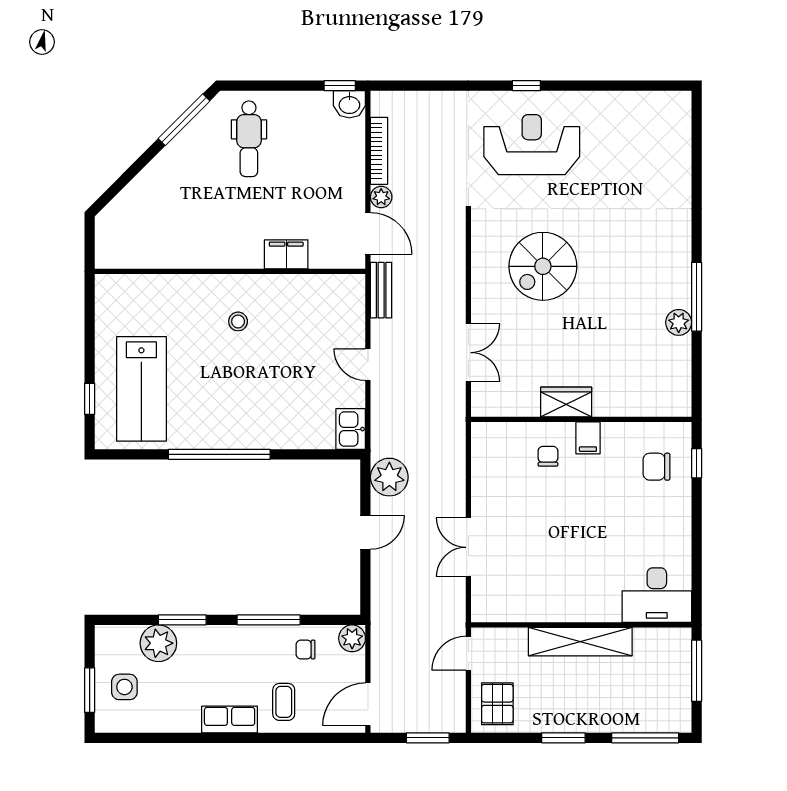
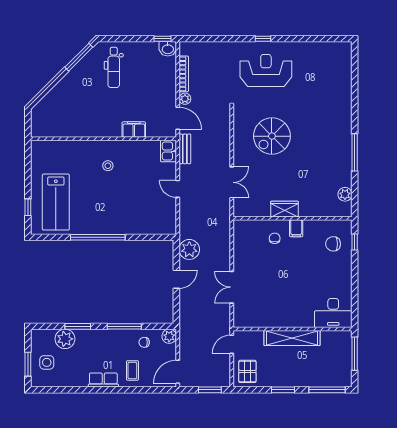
plant: (679, 322) -> (345, 194), moved
kitchen sink: (351, 429) -> (168, 151), moved

